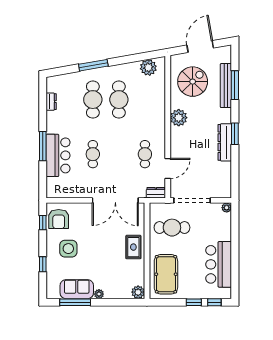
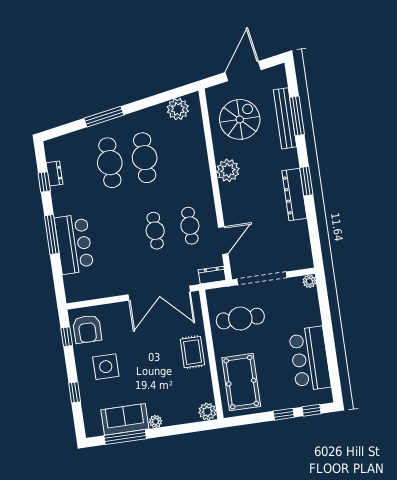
window: (43, 107) -> (44, 182), added
cafe table: (93, 154) -> (155, 231), moved

